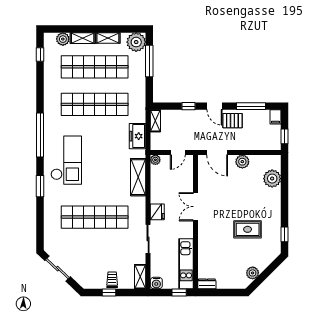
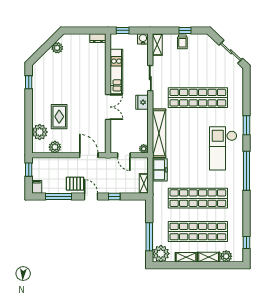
door: (178, 152) -> (124, 155), swing flipped
plant: (242, 162) -> (55, 147), moved
shelving: (138, 177) -> (159, 133), width x1.47
rug: (248, 229) -> (59, 117), moved, turned 90
kitchen unit: (186, 264) -> (116, 72), moved

